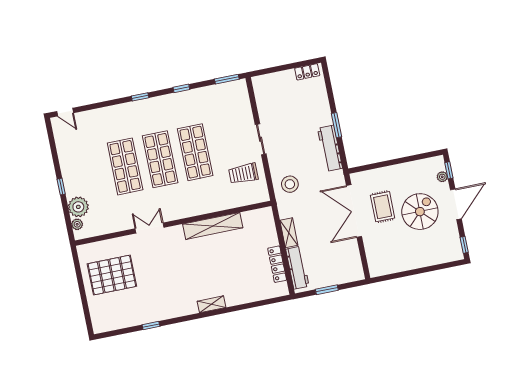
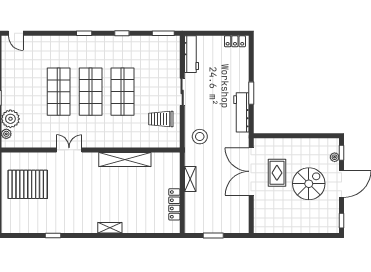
workbench: (297, 268) -> (191, 54), moved

